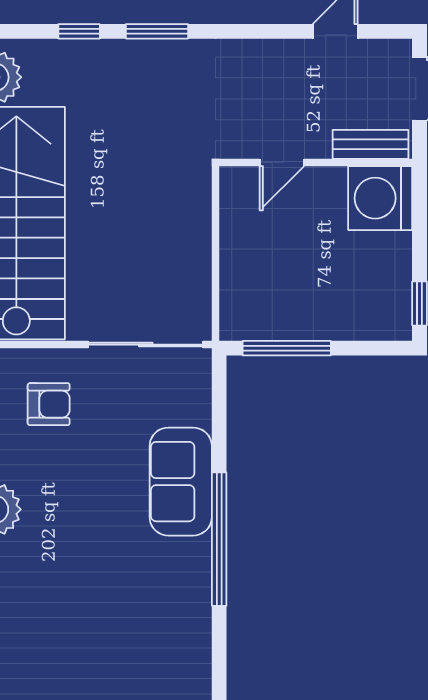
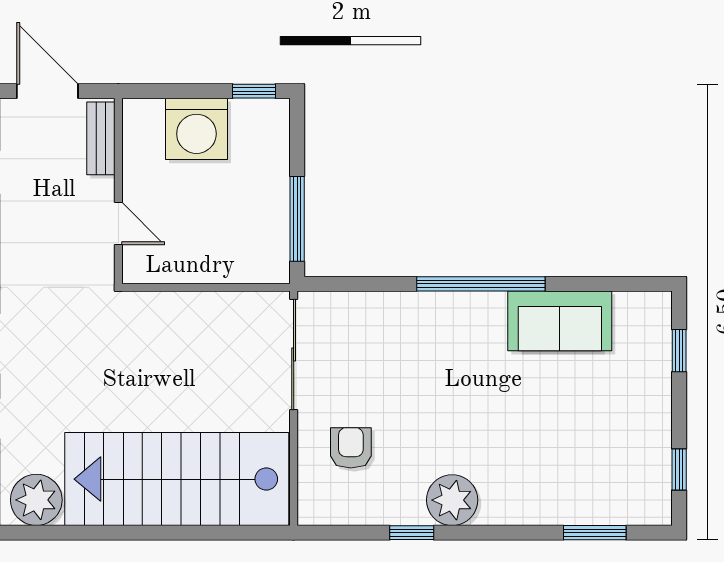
washing machine: (380, 198) -> (196, 129), moved
sofa: (181, 482) -> (560, 321), moved

